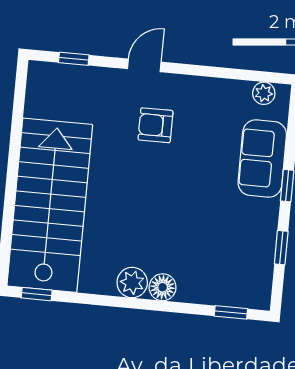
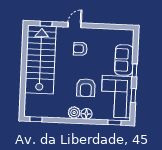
plant: (264, 93) -> (123, 34), removed
stairs: (50, 205) -> (40, 60), moved
armchair: (164, 222) -> (86, 88), added
corner sofa: (239, 248) -> (116, 97), added

